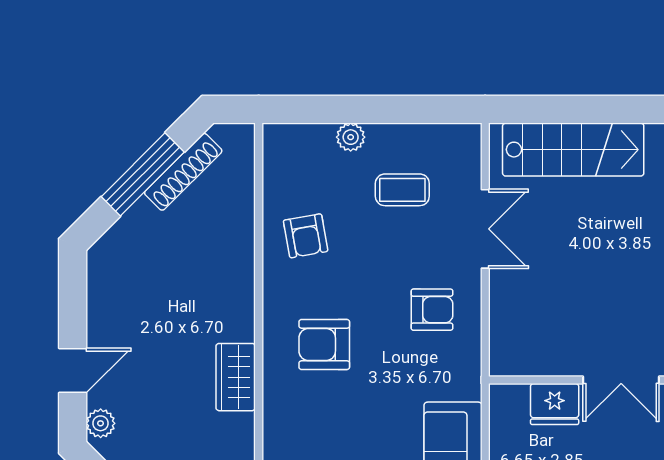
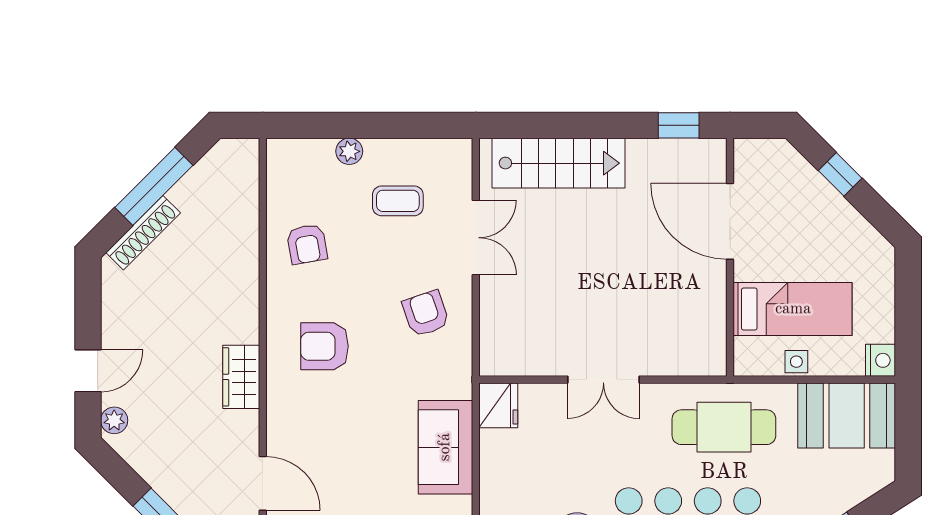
shoe rack: (183, 172) -> (143, 233), moved
armchair: (432, 310) -> (426, 314), turned -109
fridge: (555, 404) -> (498, 405), moved, turned -90

